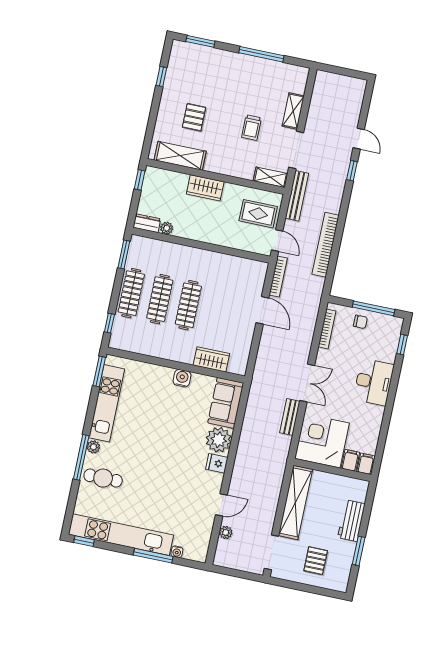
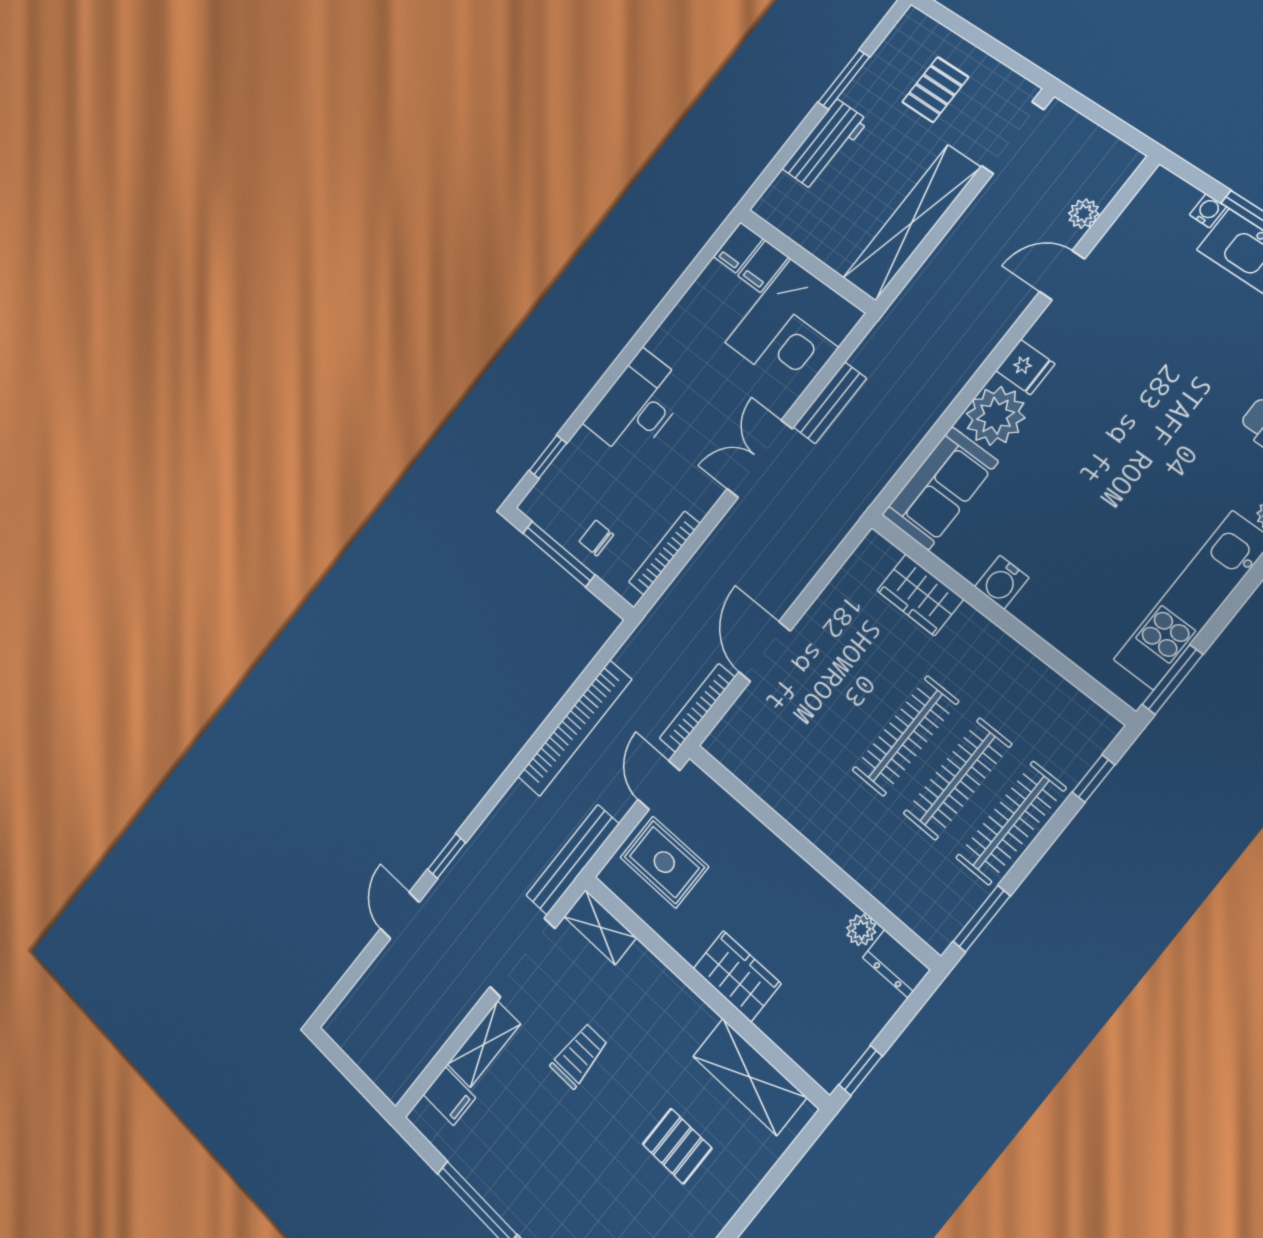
filing cabinet: (296, 85) -> (449, 1096), added
pallet: (194, 117) -> (677, 1146), turned 90

